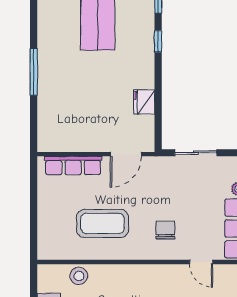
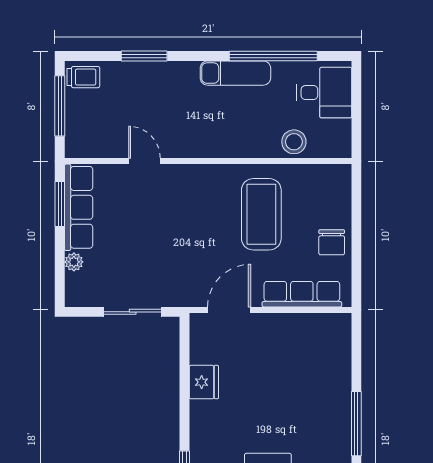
coffee table: (103, 223) -> (261, 214), turned 90
chair: (165, 230) -> (332, 242), moved
door: (201, 262) -> (144, 161), moved

